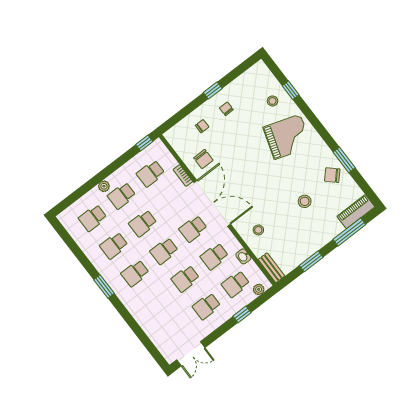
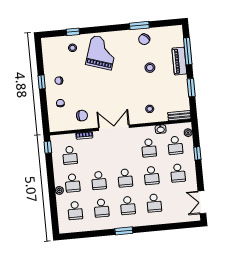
double door: (212, 203) -> (114, 128), width x0.73
piano: (356, 212) -> (179, 61), moved
school desk: (193, 229) -> (154, 203), moved
double door: (191, 354) -> (202, 202), swing flipped

